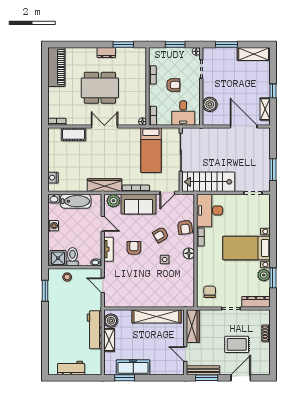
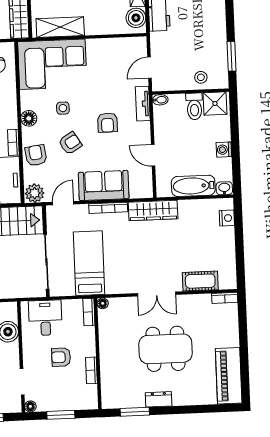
plant: (113, 201) -> (35, 193), moved
tv unit: (109, 249) -> (143, 104), moved
door: (103, 285) -> (149, 68), swing flipped
corner sofa: (171, 291) -> (52, 64), added
shelving: (156, 316) -> (60, 27), width x0.68

